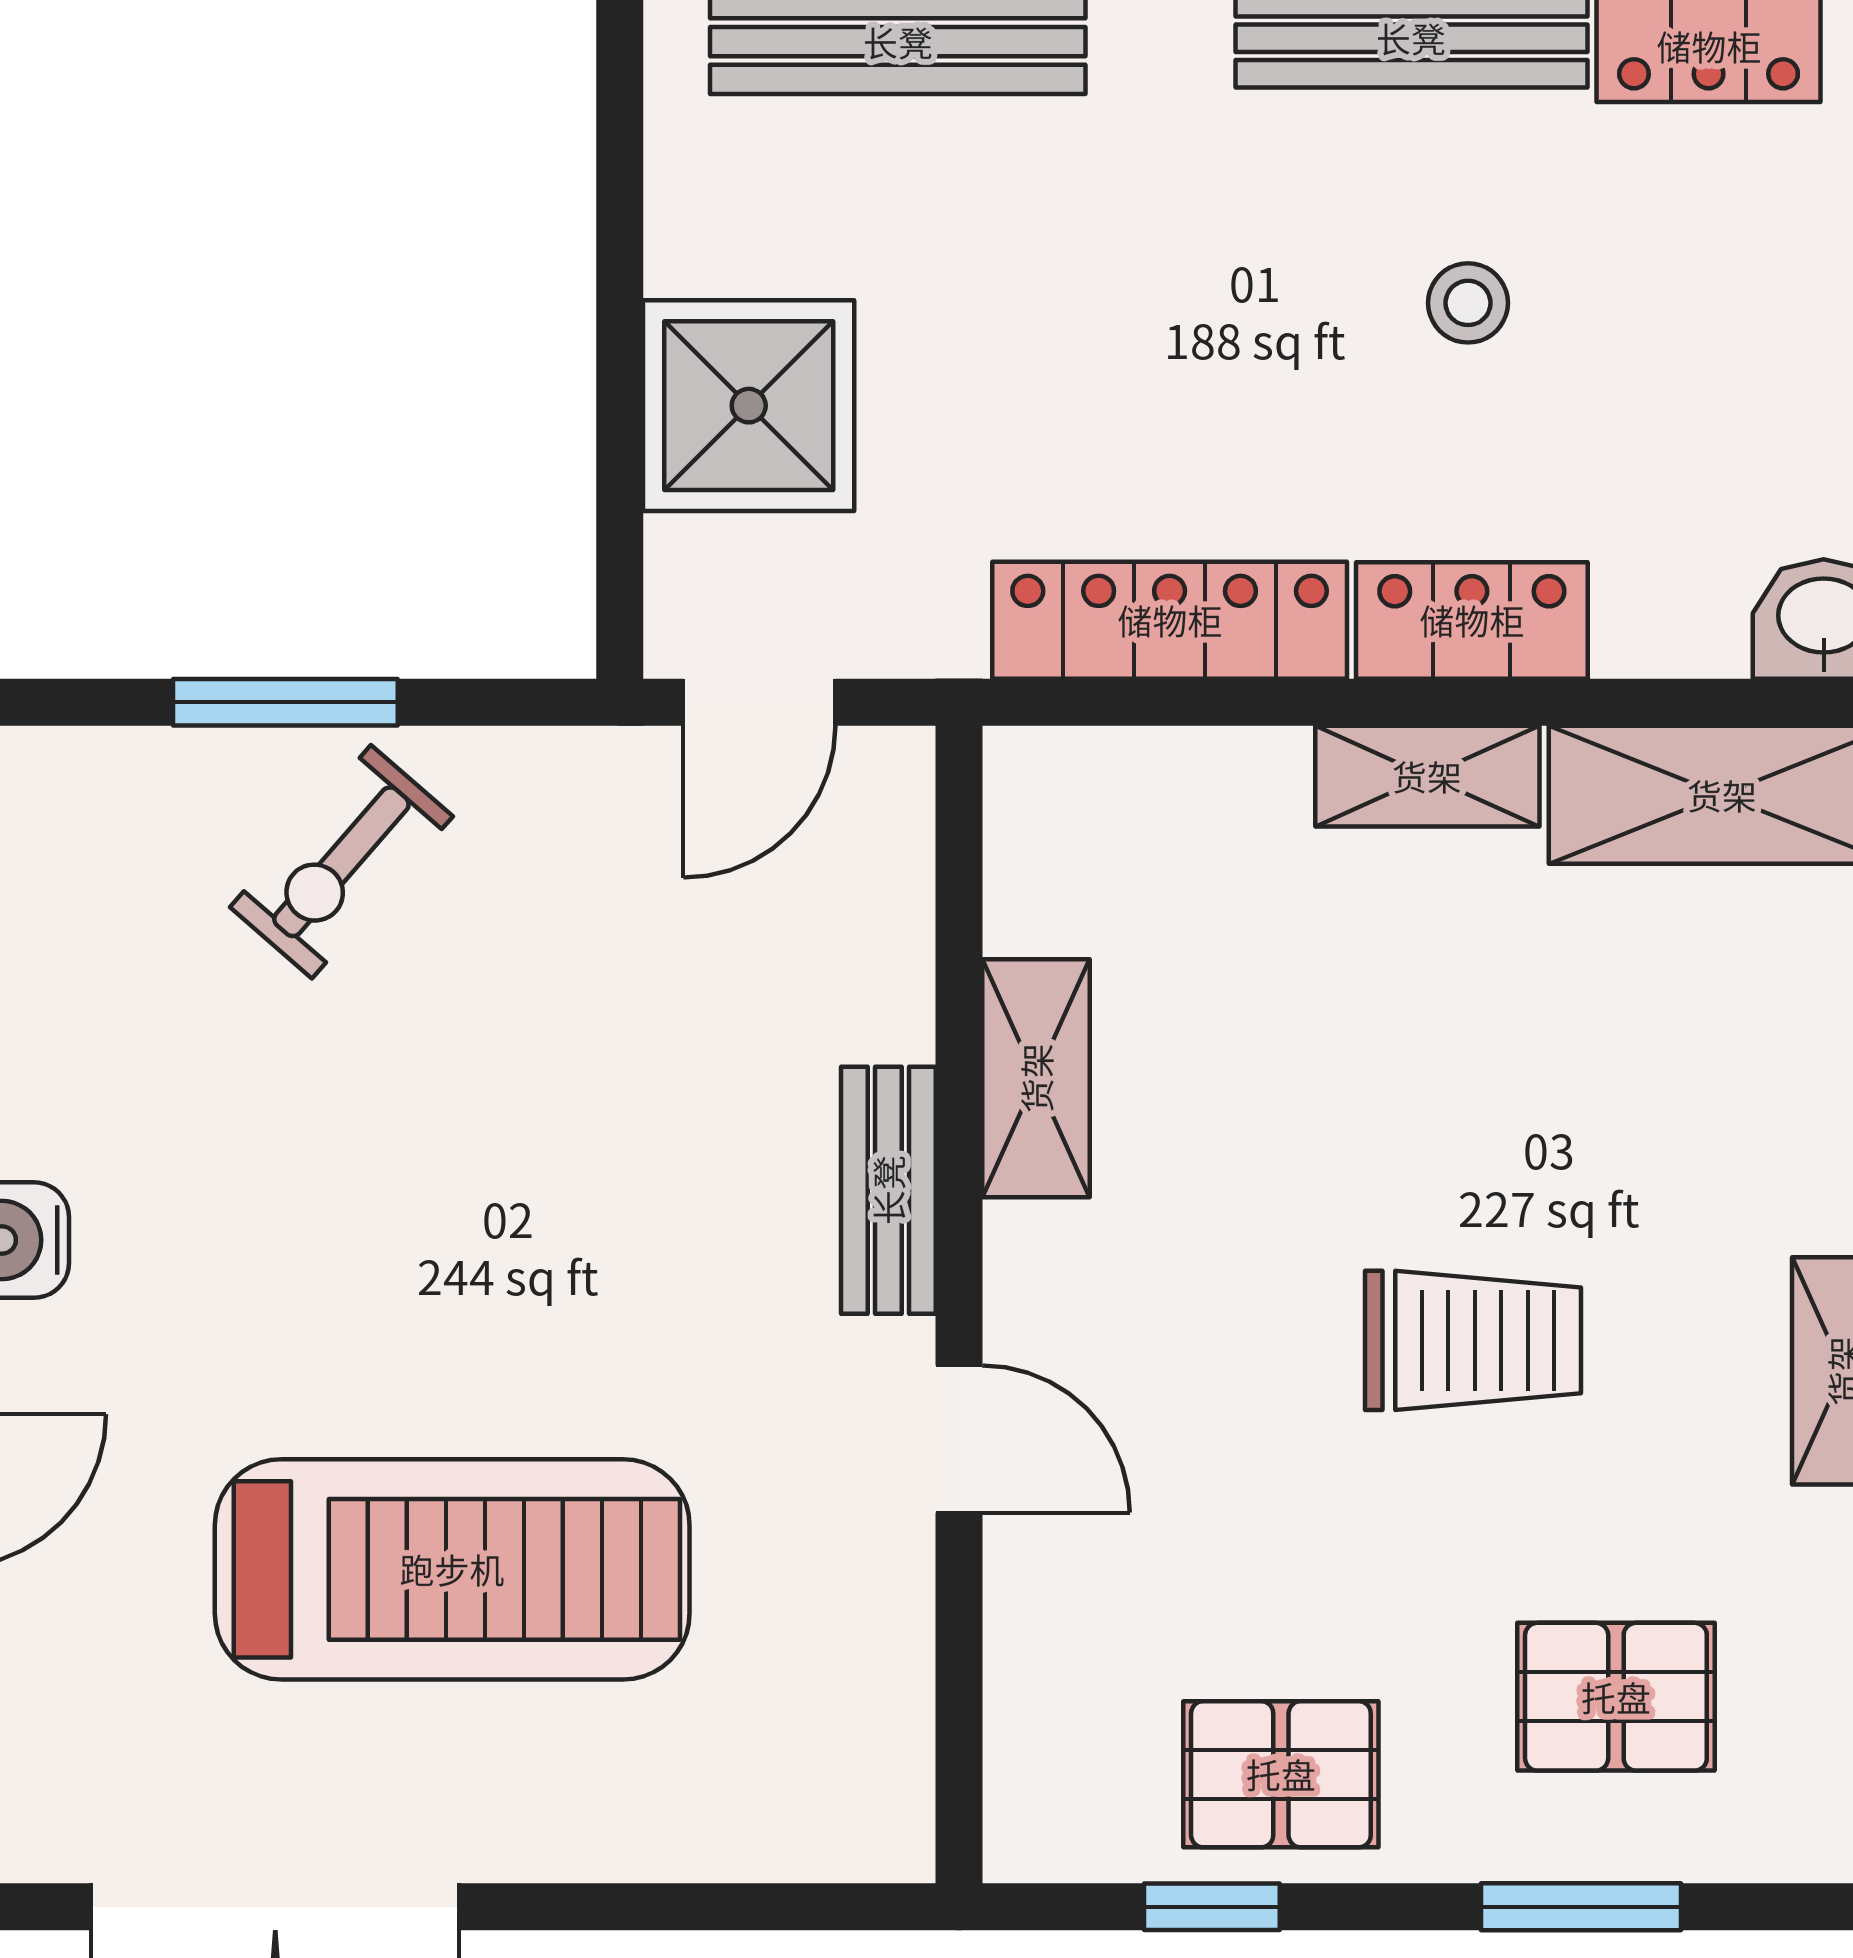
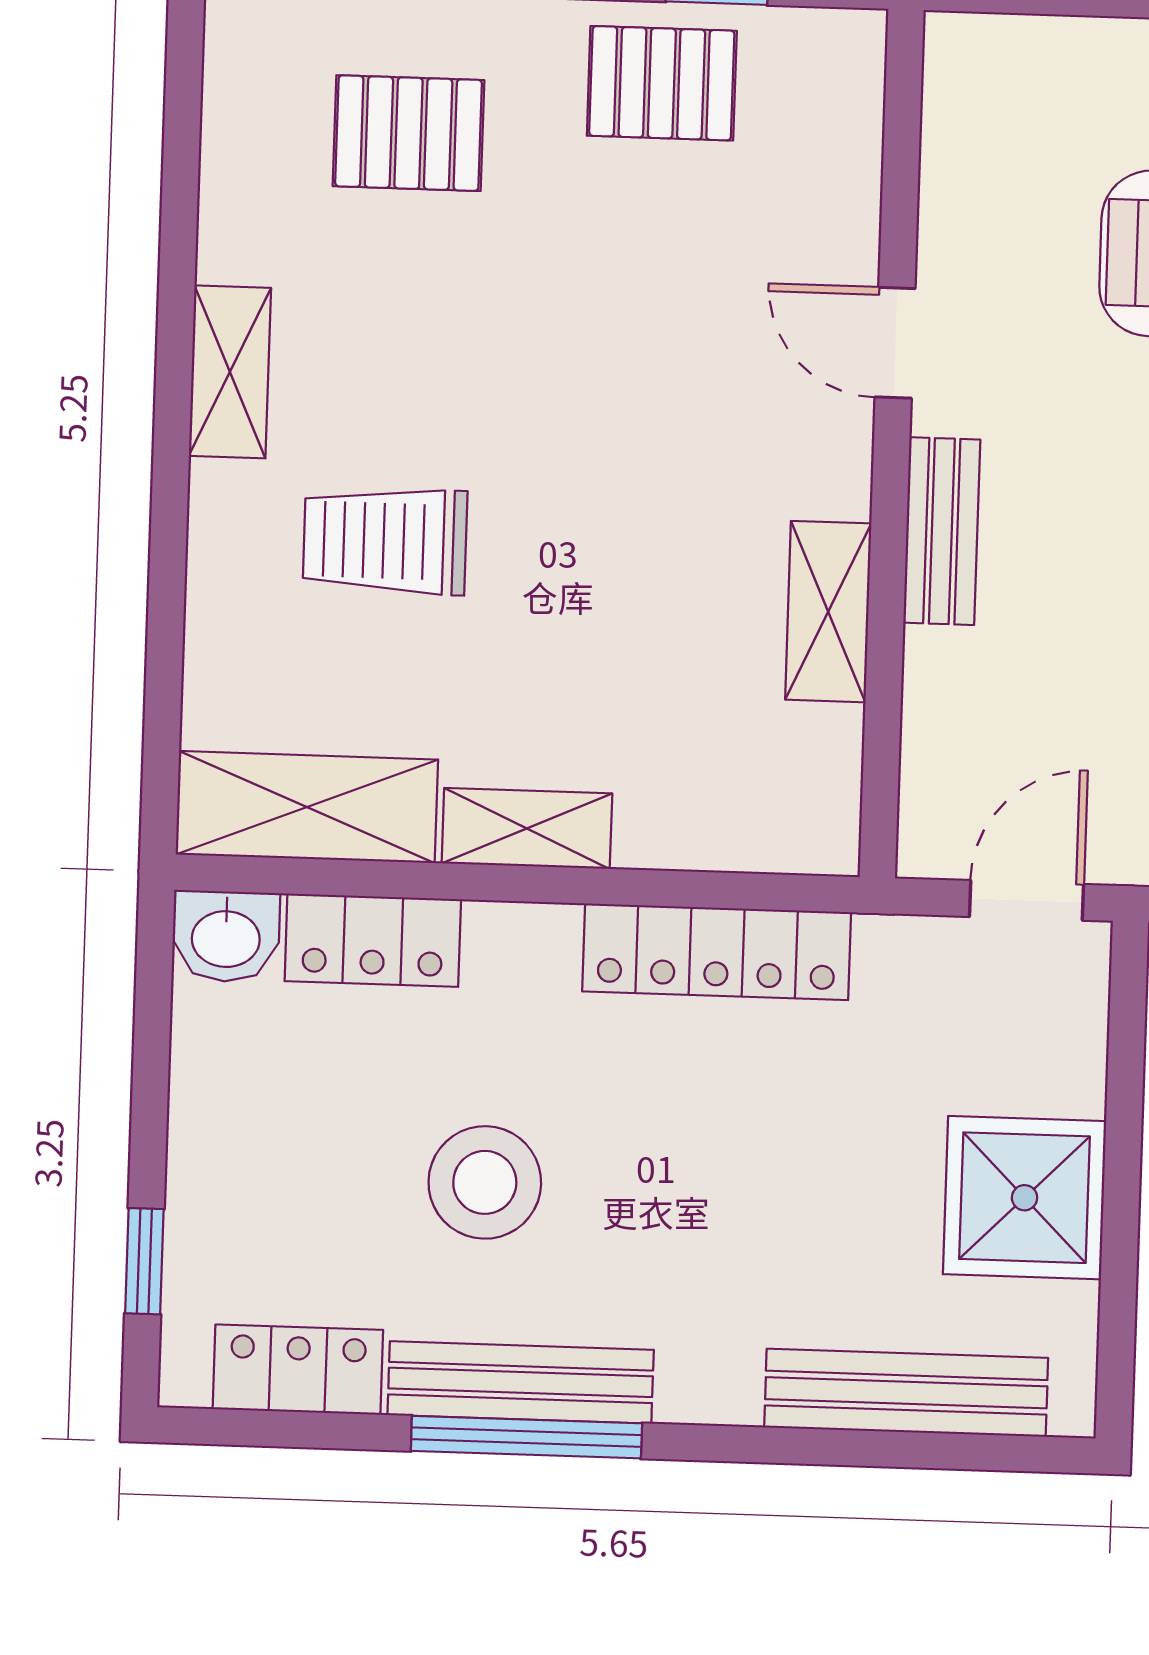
stool: (1468, 303) -> (485, 1182), width x1.89, depth x1.89
shower: (749, 406) -> (1025, 1198), moved
locker: (1472, 620) -> (373, 940), moved
trolley: (1473, 1340) -> (385, 541), moved

